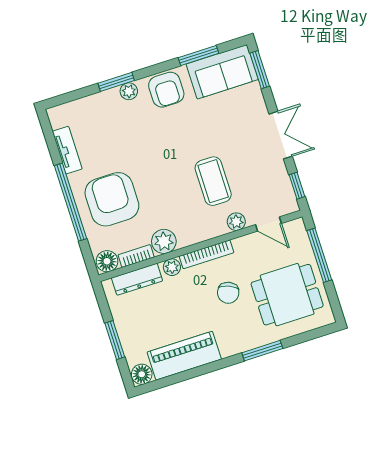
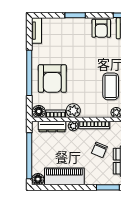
plant: (129, 91) -> (80, 23), removed
tv unit: (67, 150) -> (37, 31), moved
armchair: (112, 199) -> (52, 79), turned 180
window: (115, 340) -> (29, 156), width x2.11

